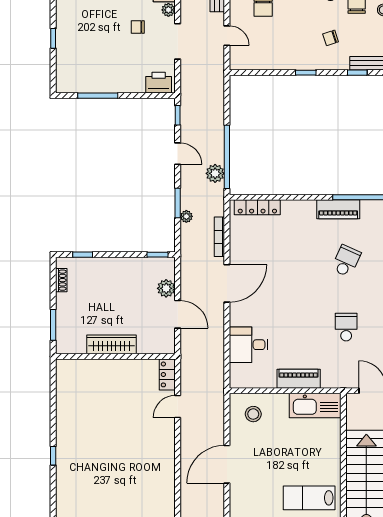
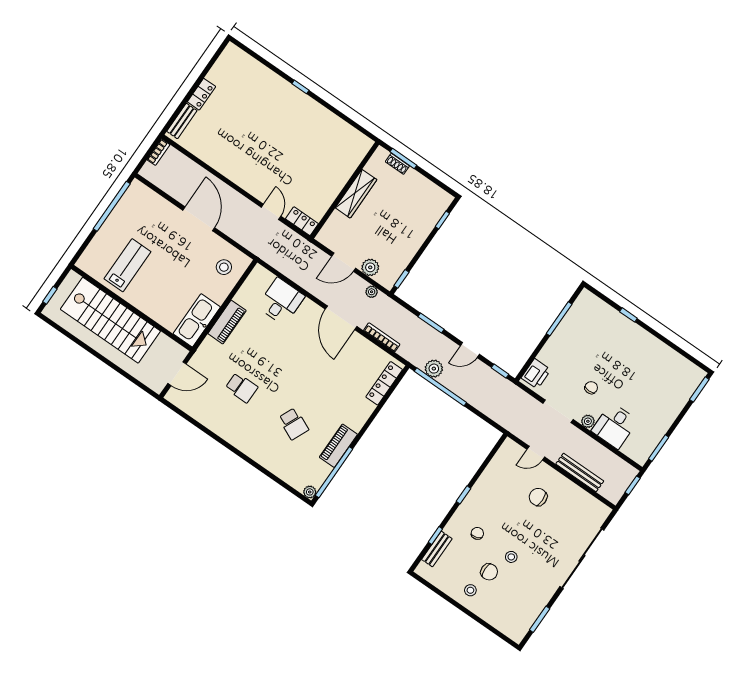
plant: (186, 216) -> (372, 292), moved
shoe rack: (61, 280) -> (397, 164), moved

